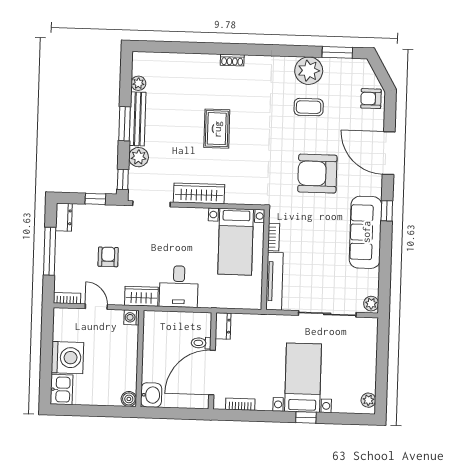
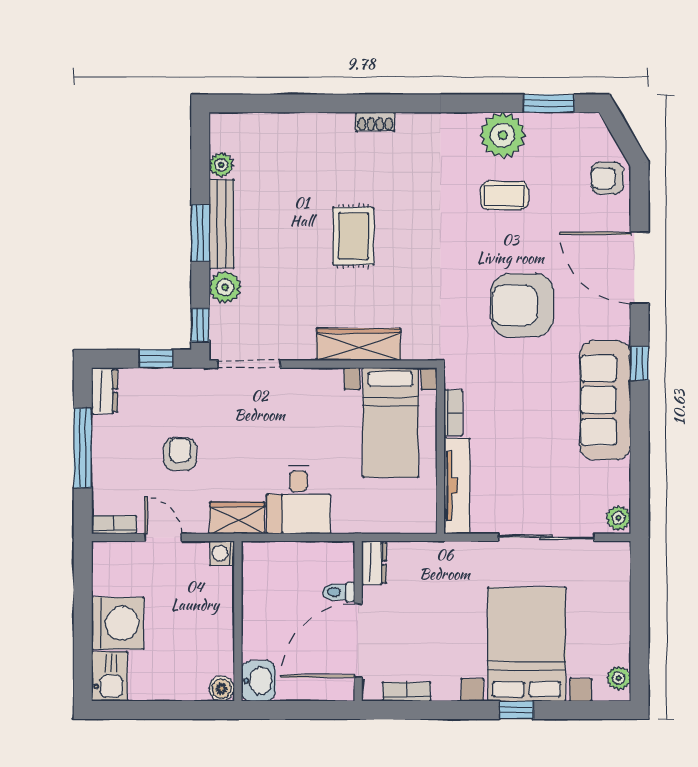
wardrobe: (199, 193) -> (359, 344), moved
bed with nightstands: (303, 378) -> (527, 644), width x1.36

